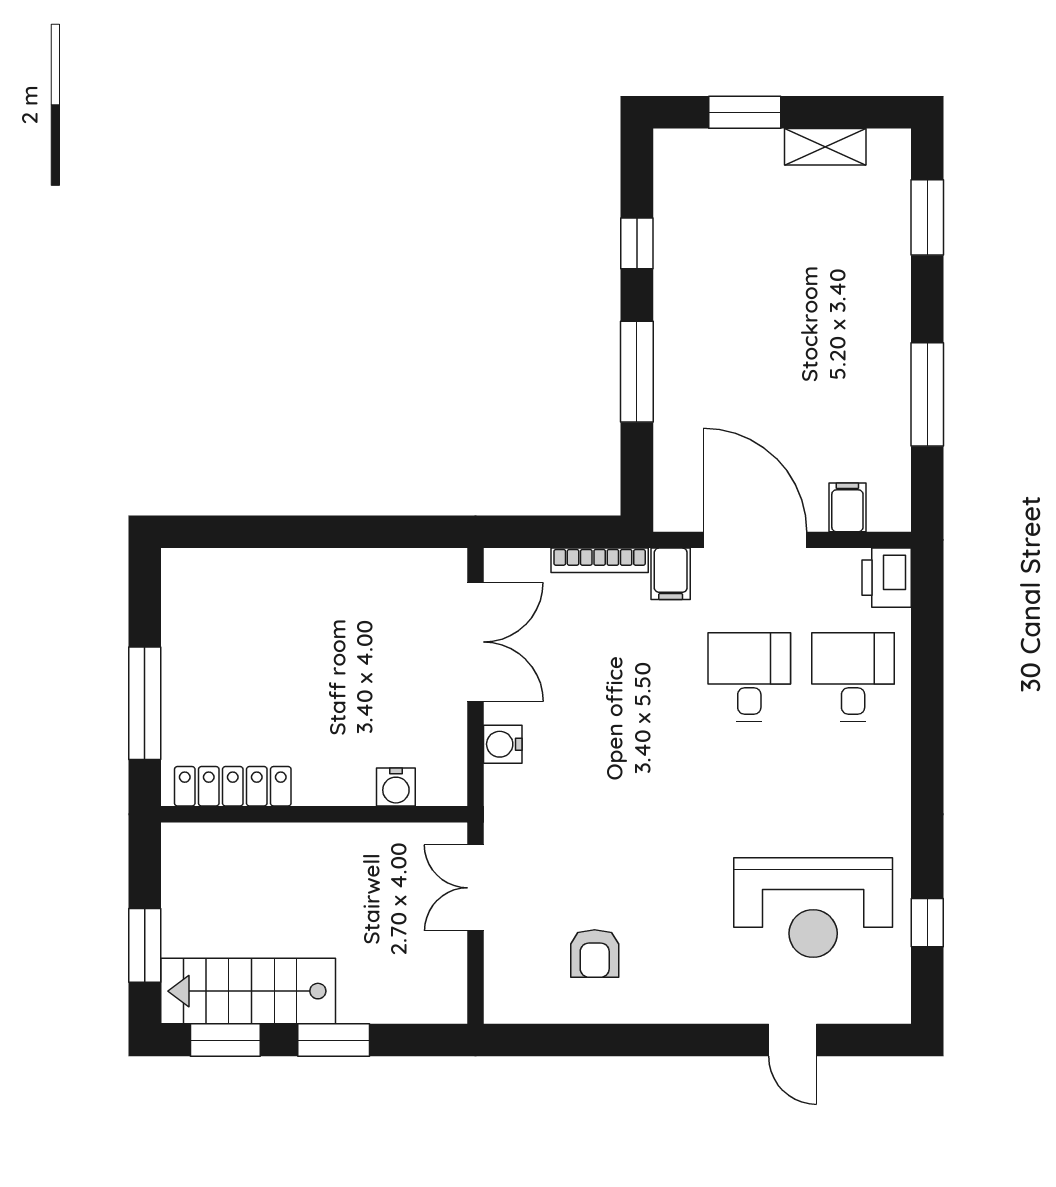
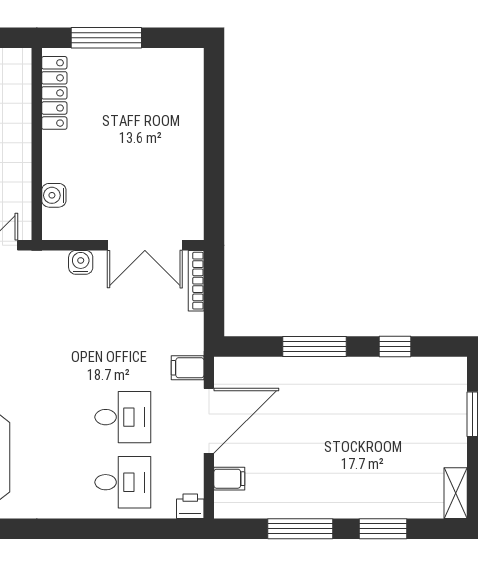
shelving: (825, 147) -> (456, 493), moved
window: (927, 217) -> (383, 529), moved
bookcase: (600, 560) -> (196, 281), moved
printer: (887, 578) -> (190, 506), width x0.73, depth x0.81

